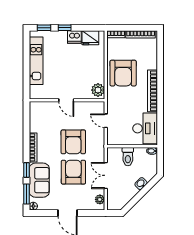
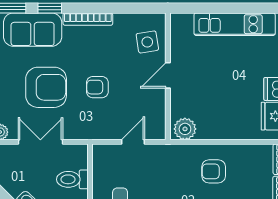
armchair: (123, 73) -> (214, 171), width x0.53, depth x0.53
side table: (47, 112) -> (147, 42), added
armchair: (73, 142) -> (97, 87), width x0.53, depth x0.53

